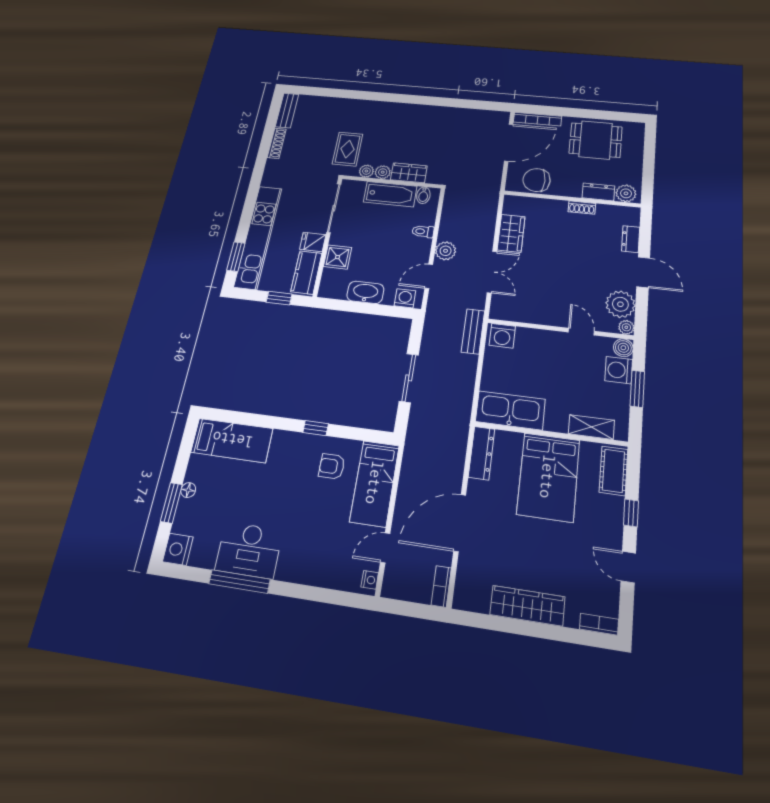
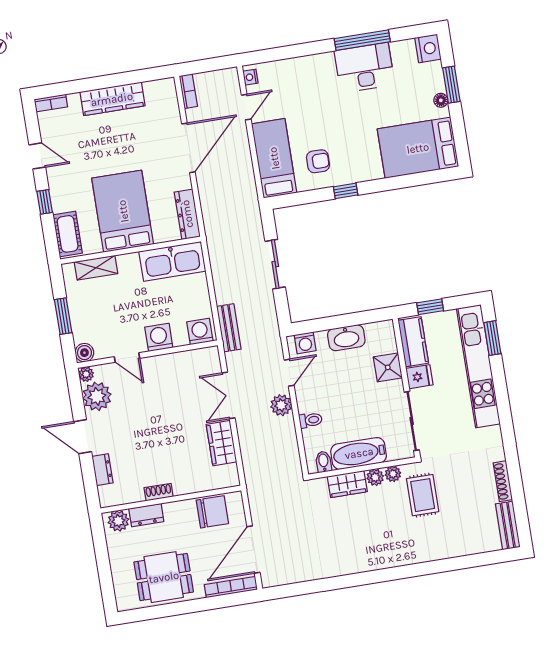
washing machine: (619, 370) -> (159, 337), moved, turned -90
bed: (232, 440) -> (418, 148), width x1.50

